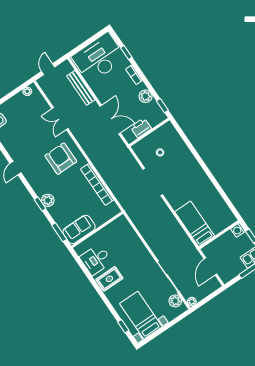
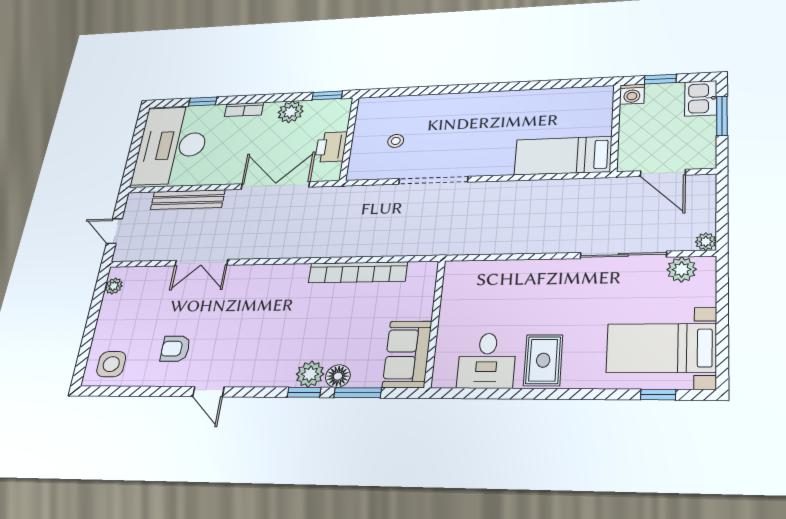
armchair: (61, 159) -> (175, 349), moved, width x0.53, depth x0.53
floor lamp: (54, 211) -> (338, 376), added
window: (59, 232) -> (358, 393), moved

